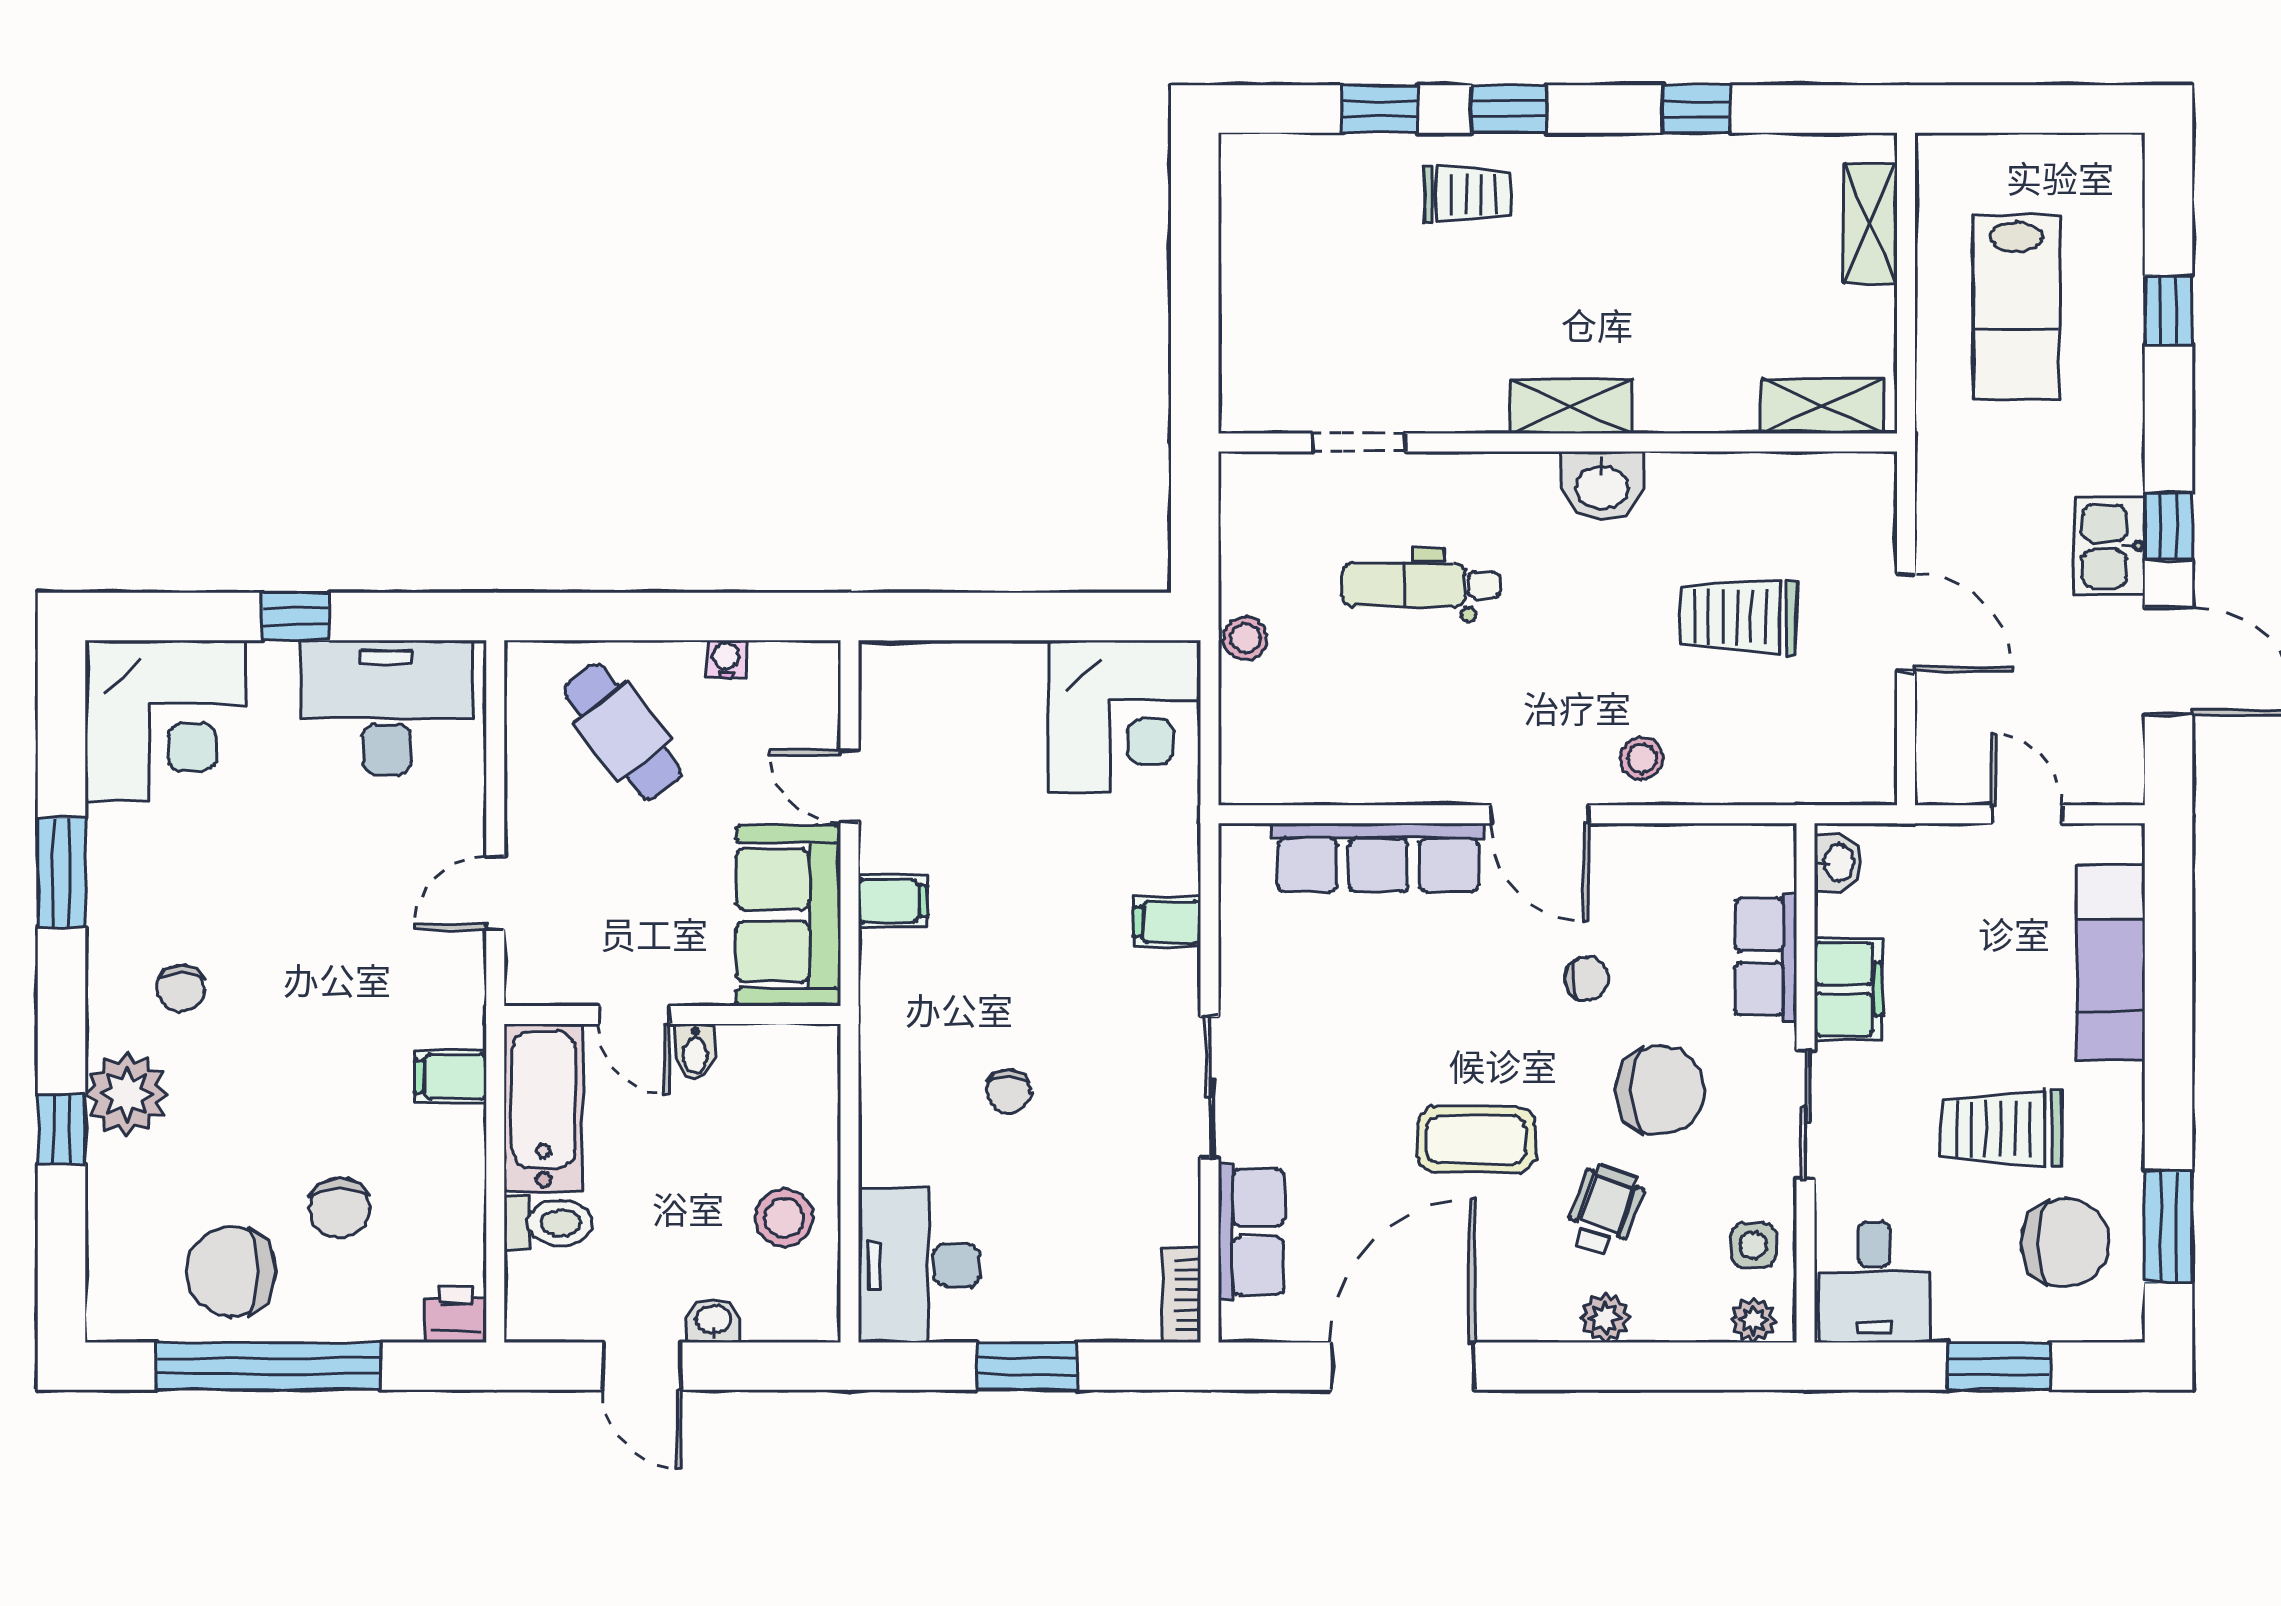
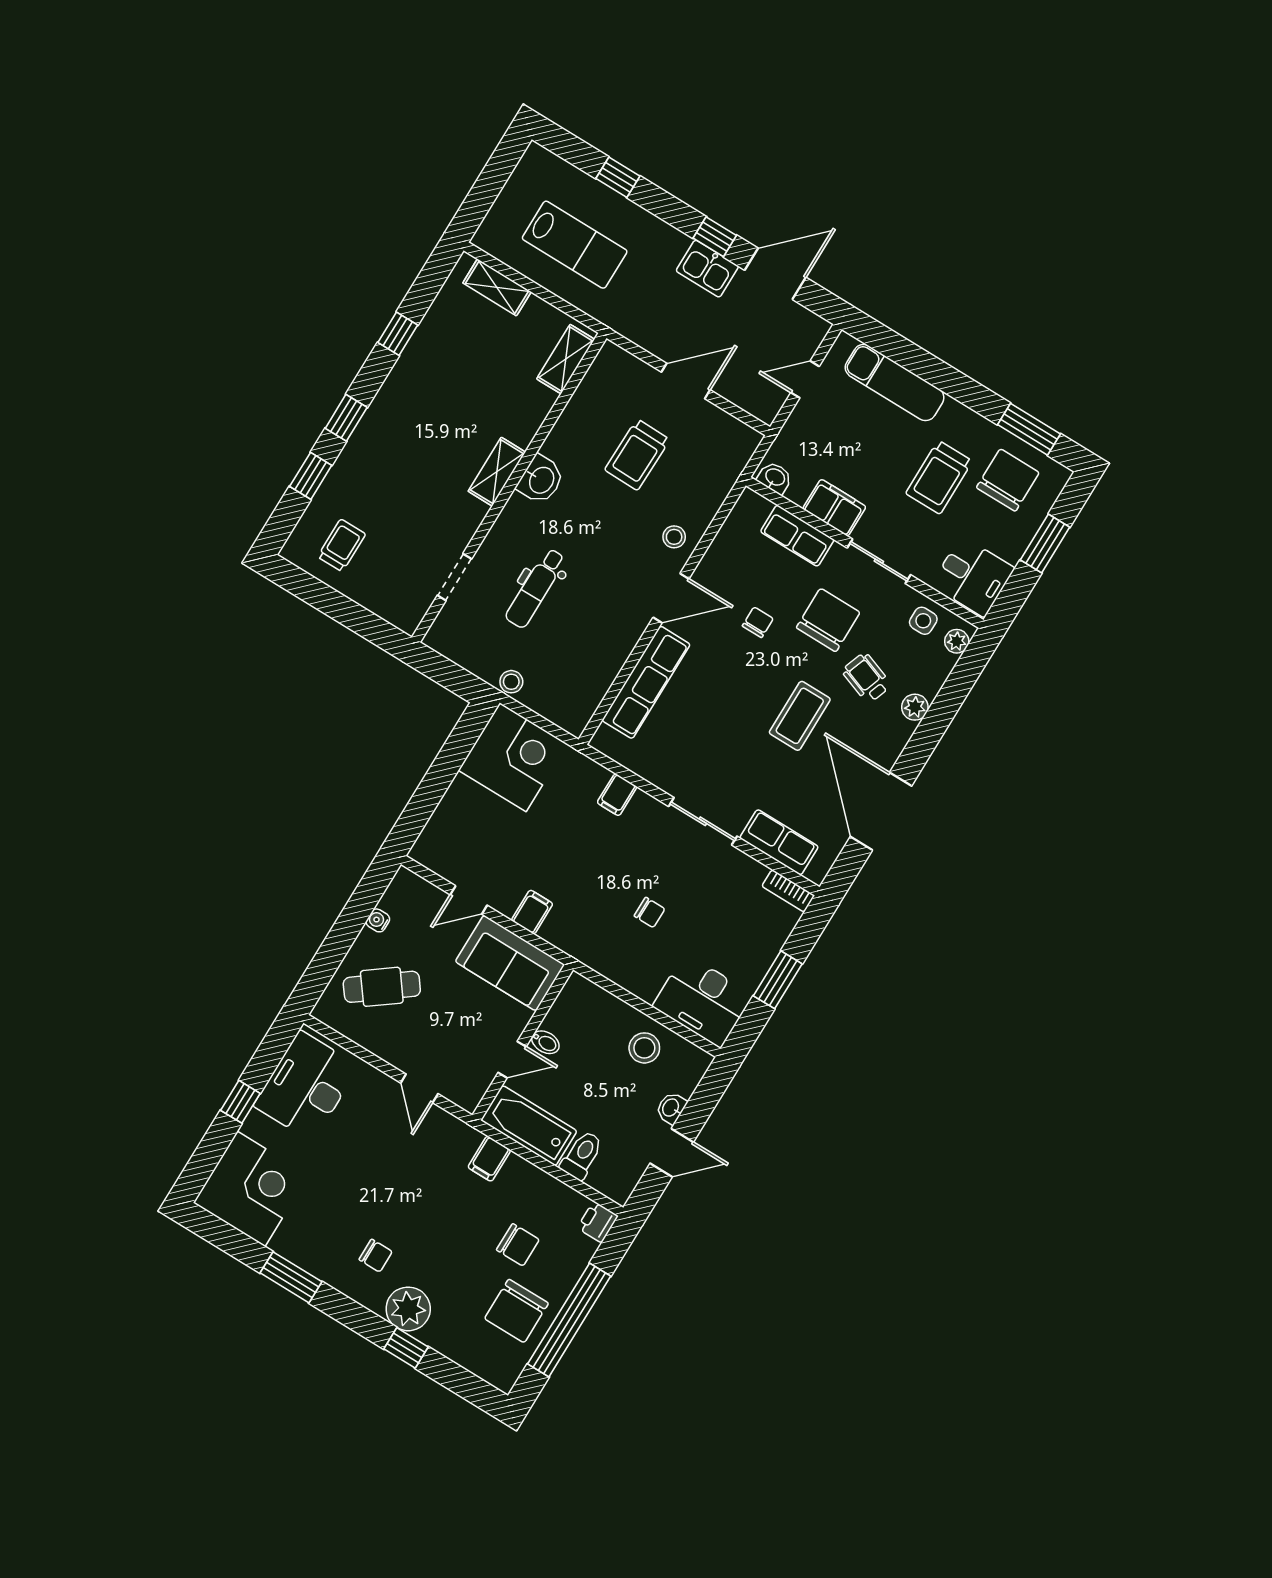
trolley: (1467, 194) -> (342, 545), moved

